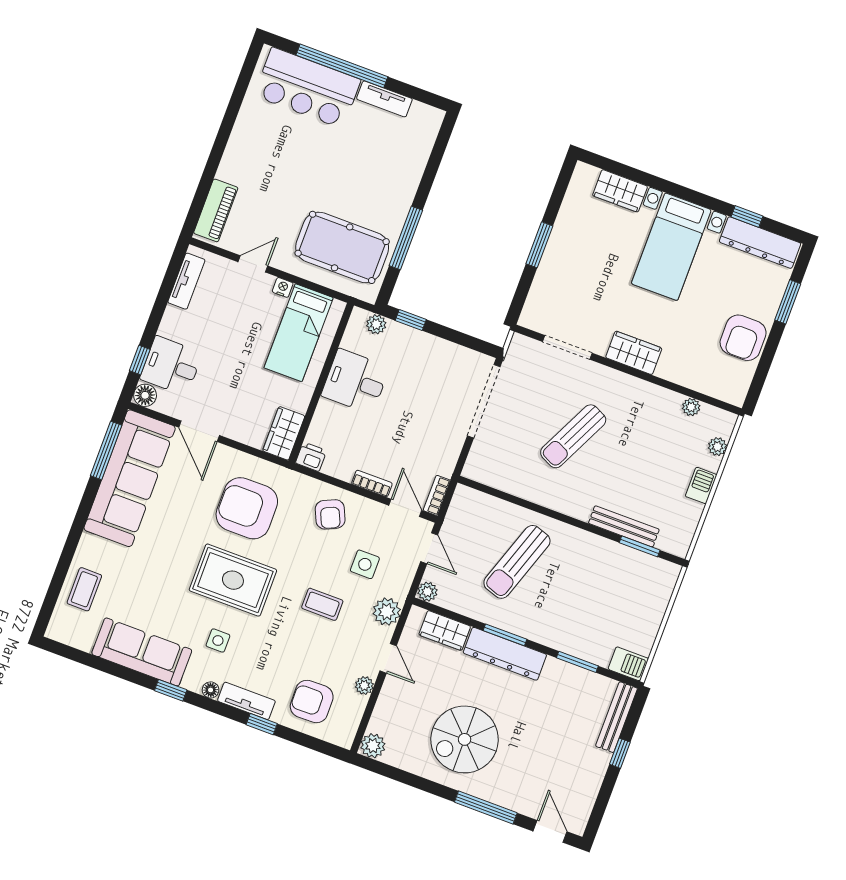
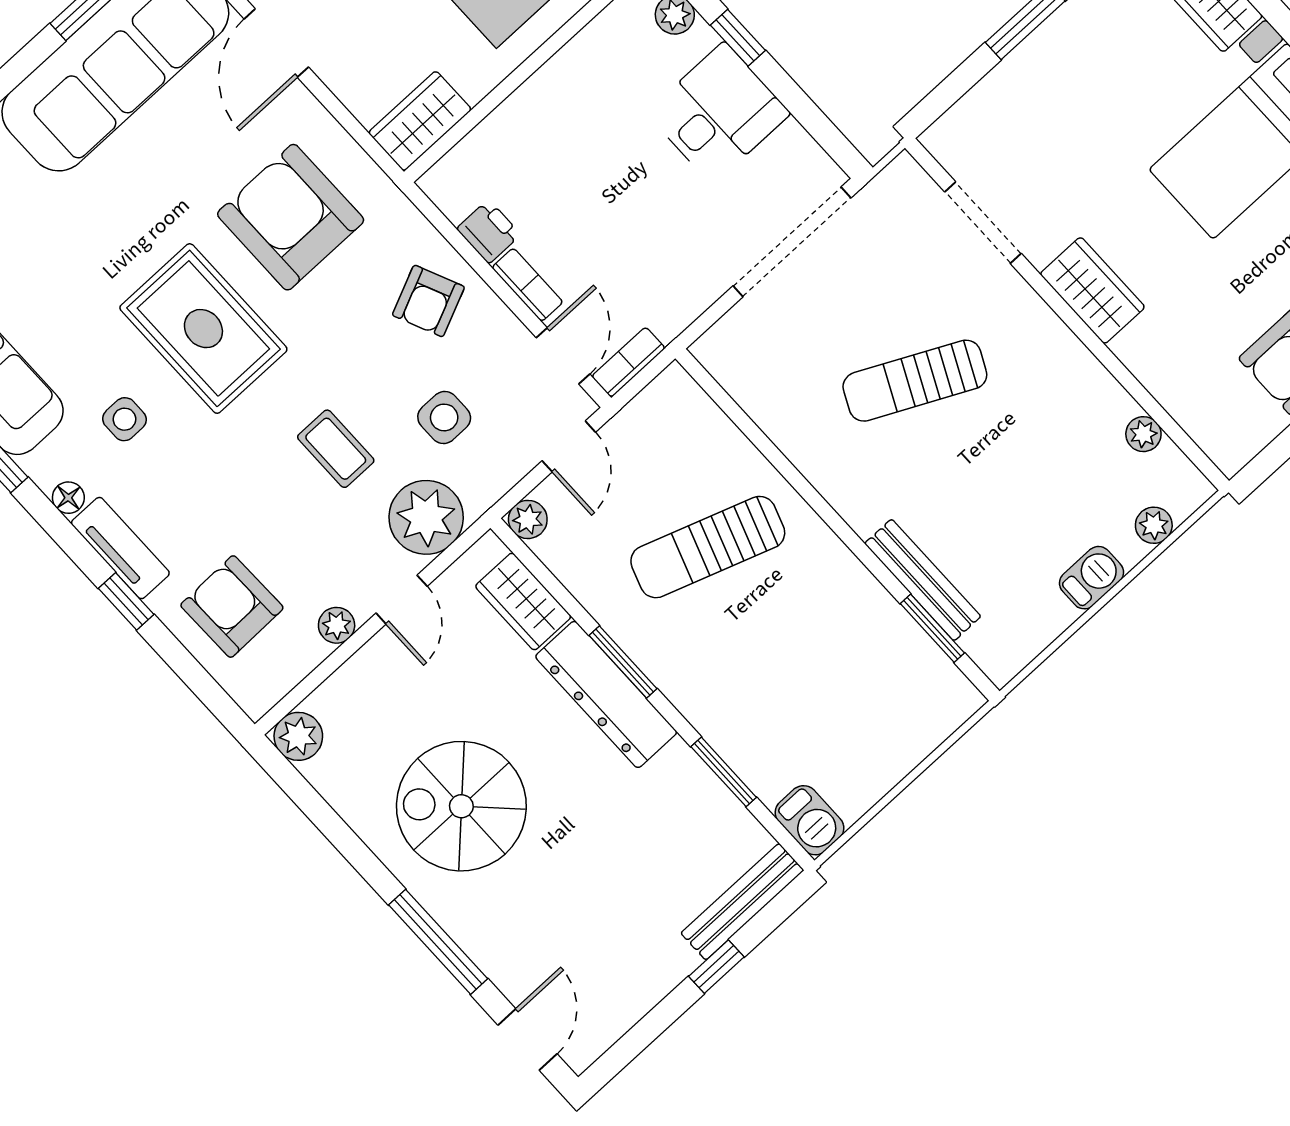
desk: (355, 381) -> (718, 113), moved, turned 90
printer: (311, 457) -> (489, 232), moved
plant: (387, 612) -> (426, 517), width x1.36, depth x1.36

